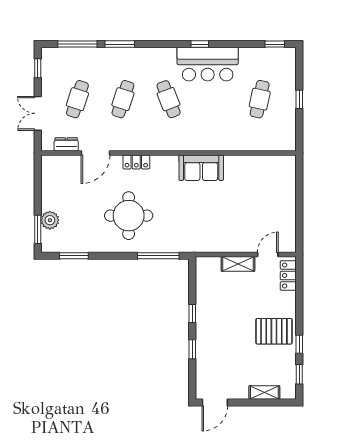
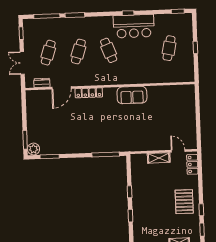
locker: (136, 162) -> (89, 93), width x1.53
round table: (129, 216) -> (85, 129), removed
plant: (50, 220) -> (33, 149), moved
door: (268, 254) -> (178, 151), hinge flipped
pallet: (274, 331) -> (184, 202), turned 90

